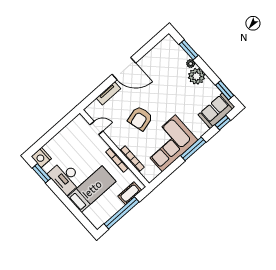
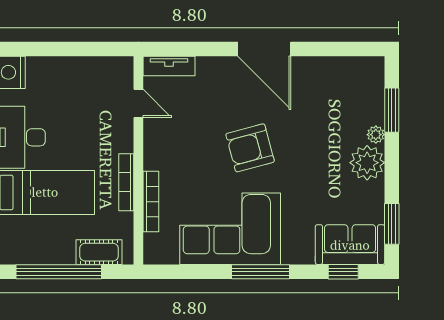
tv unit: (108, 93) -> (169, 66), moved
armchair: (140, 118) -> (250, 148), moved

